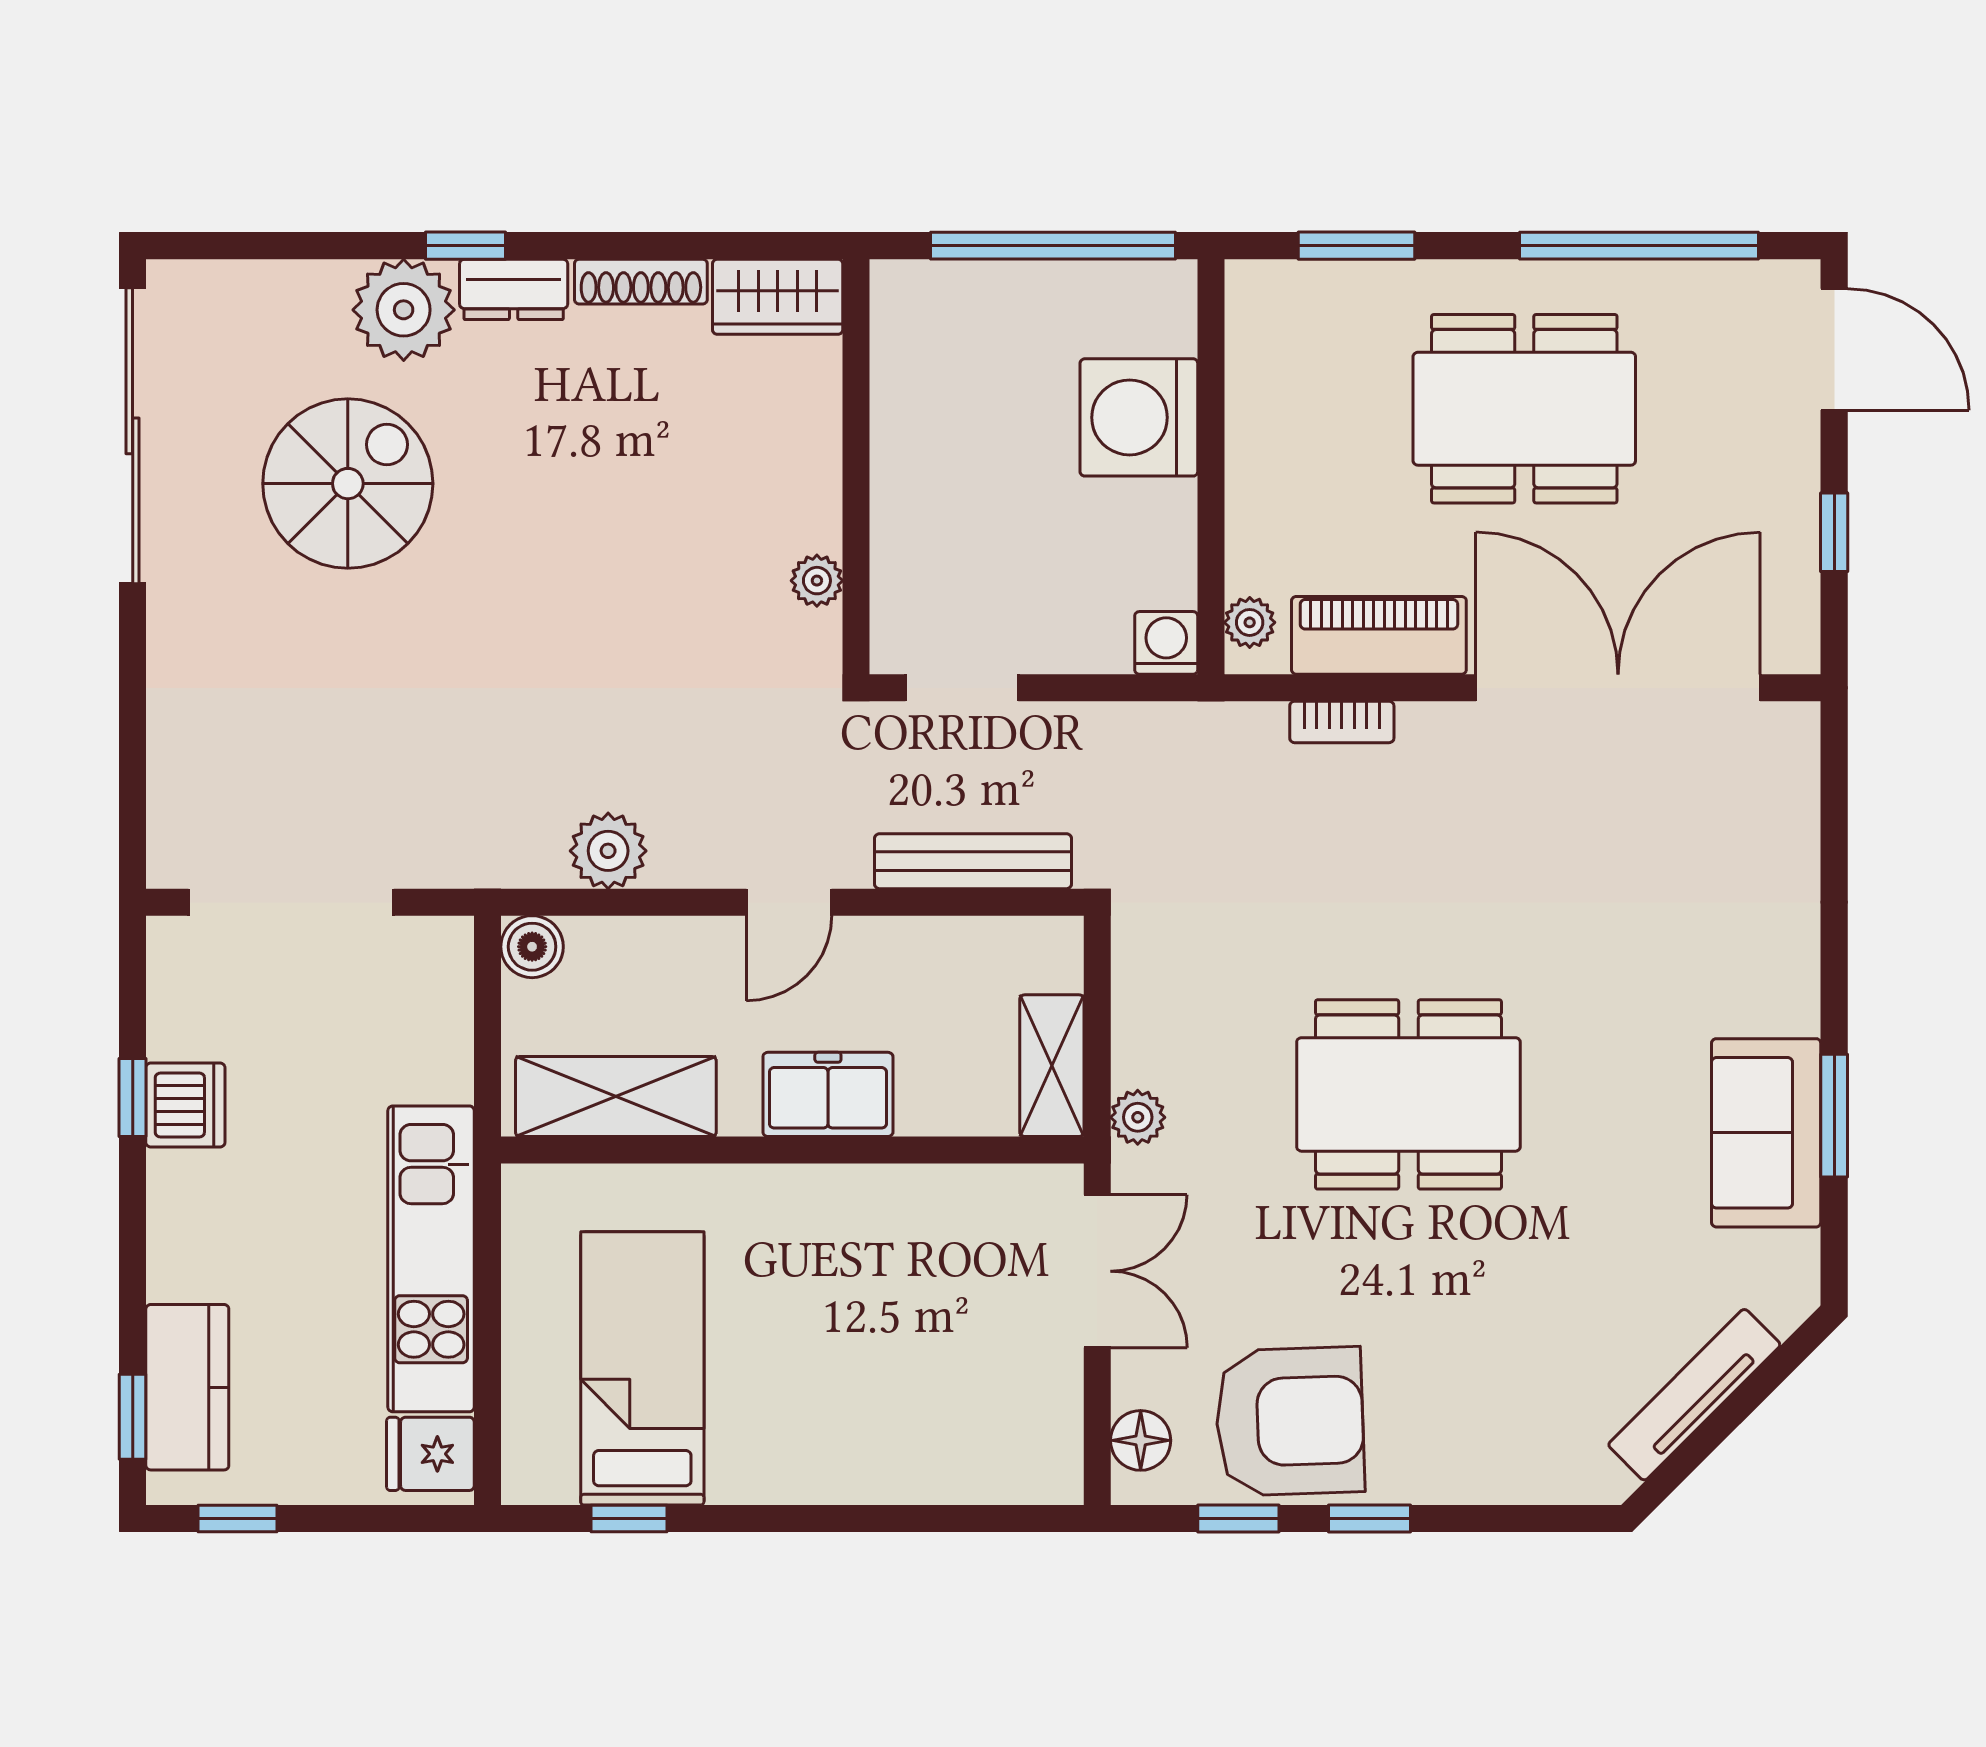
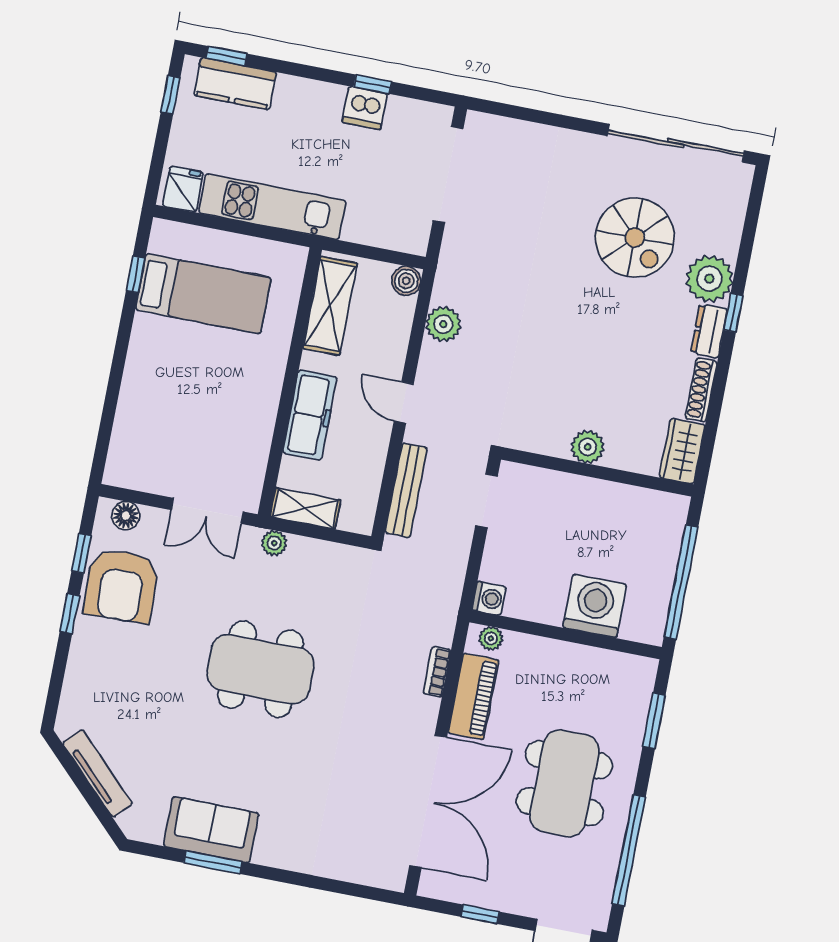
plant: (817, 581) -> (588, 447), moved, width x1.38, depth x1.38
freezer: (828, 1094) -> (310, 415), width x1.40
dining table: (1408, 1094) -> (261, 669), turned 90

